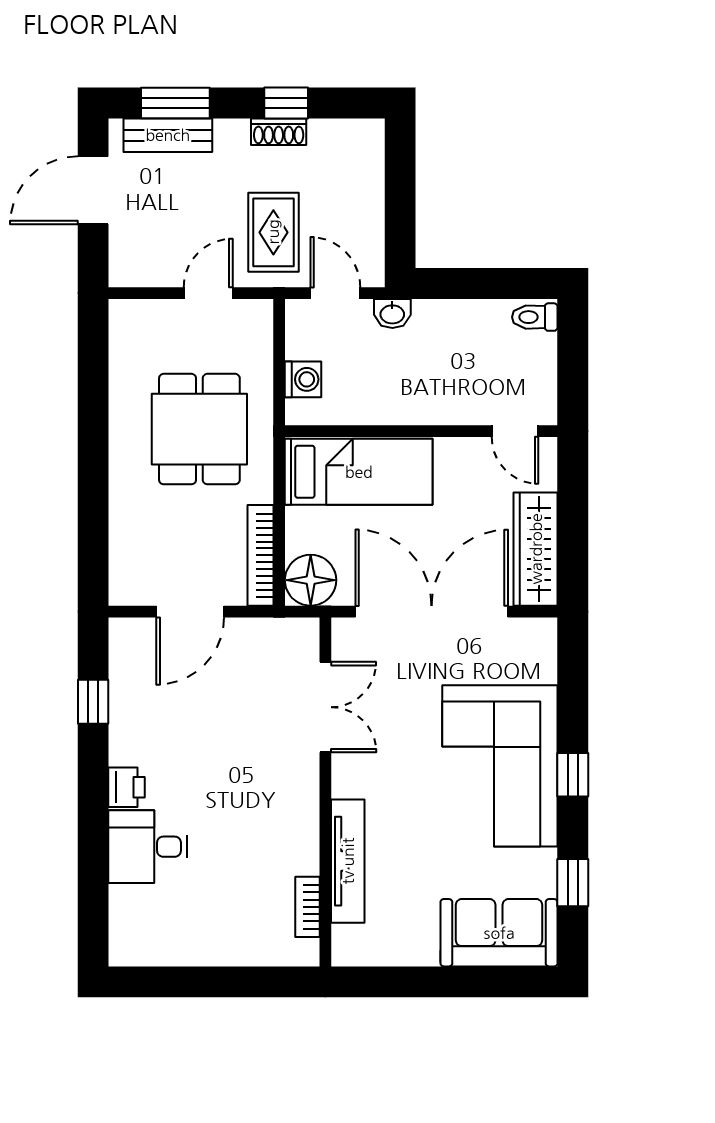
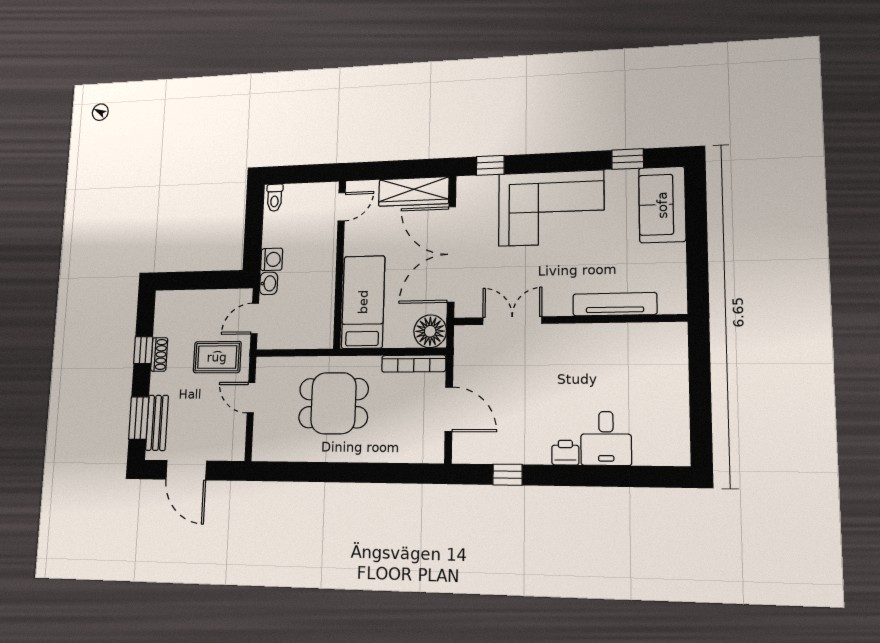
washing machine: (303, 379) -> (272, 259), moved, turned 90
window: (573, 775) -> (490, 165), moved
bookcase: (307, 907) -> (646, 330), removed

